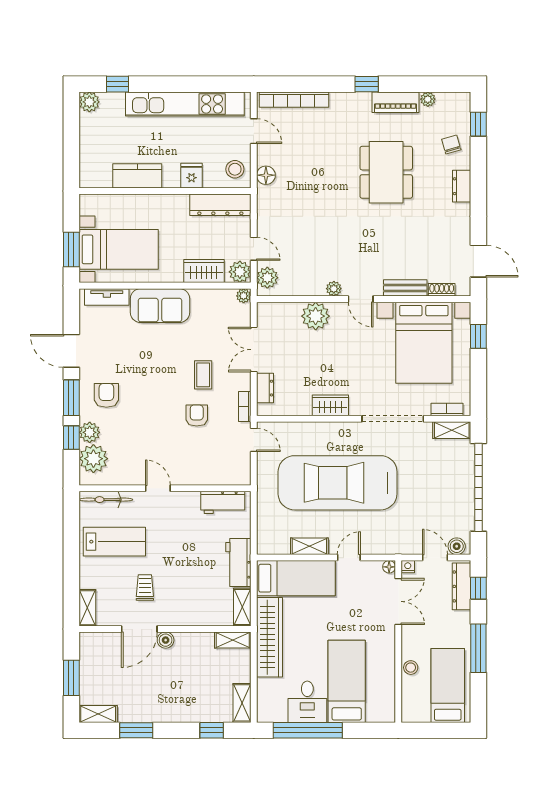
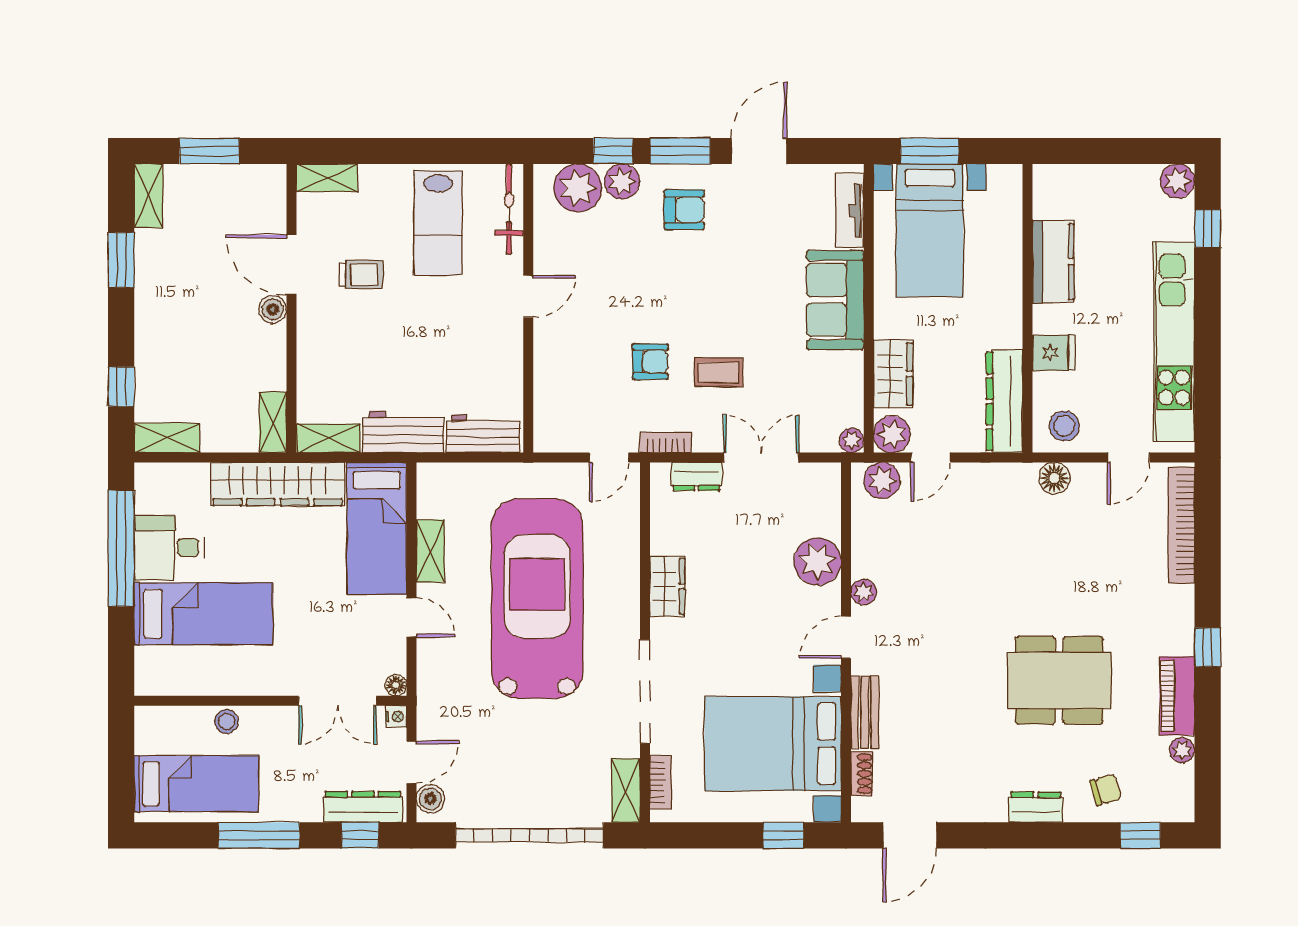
workbench: (223, 502) -> (483, 434), moved, turned 90

